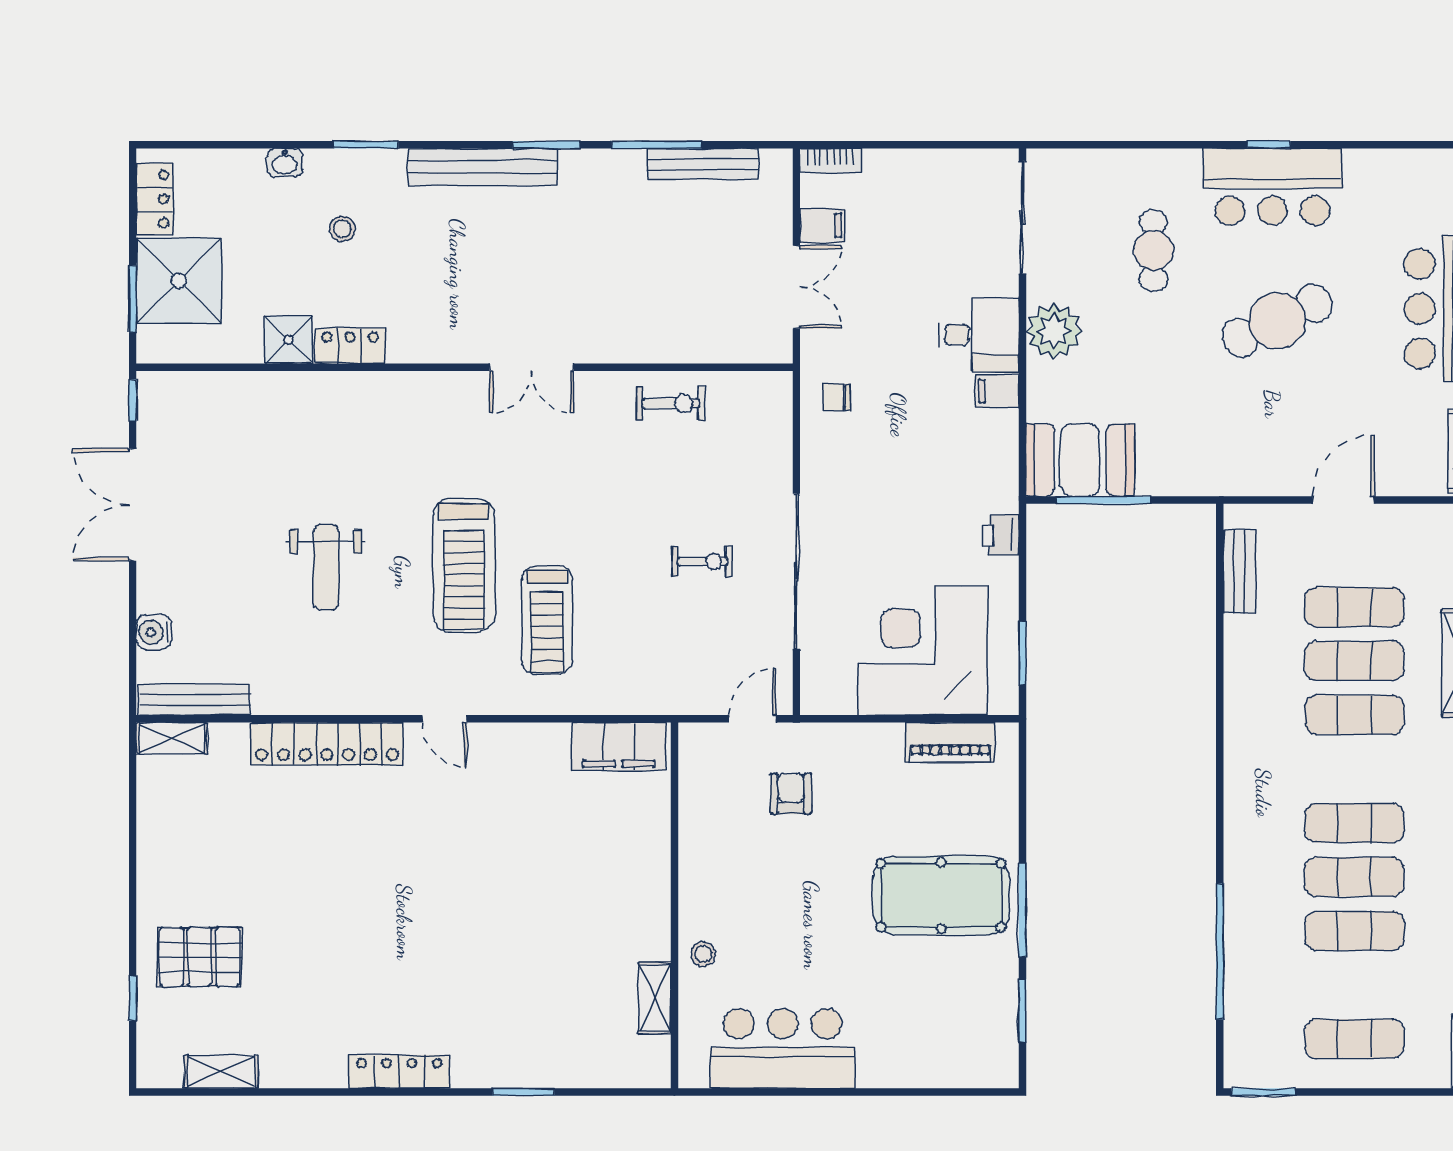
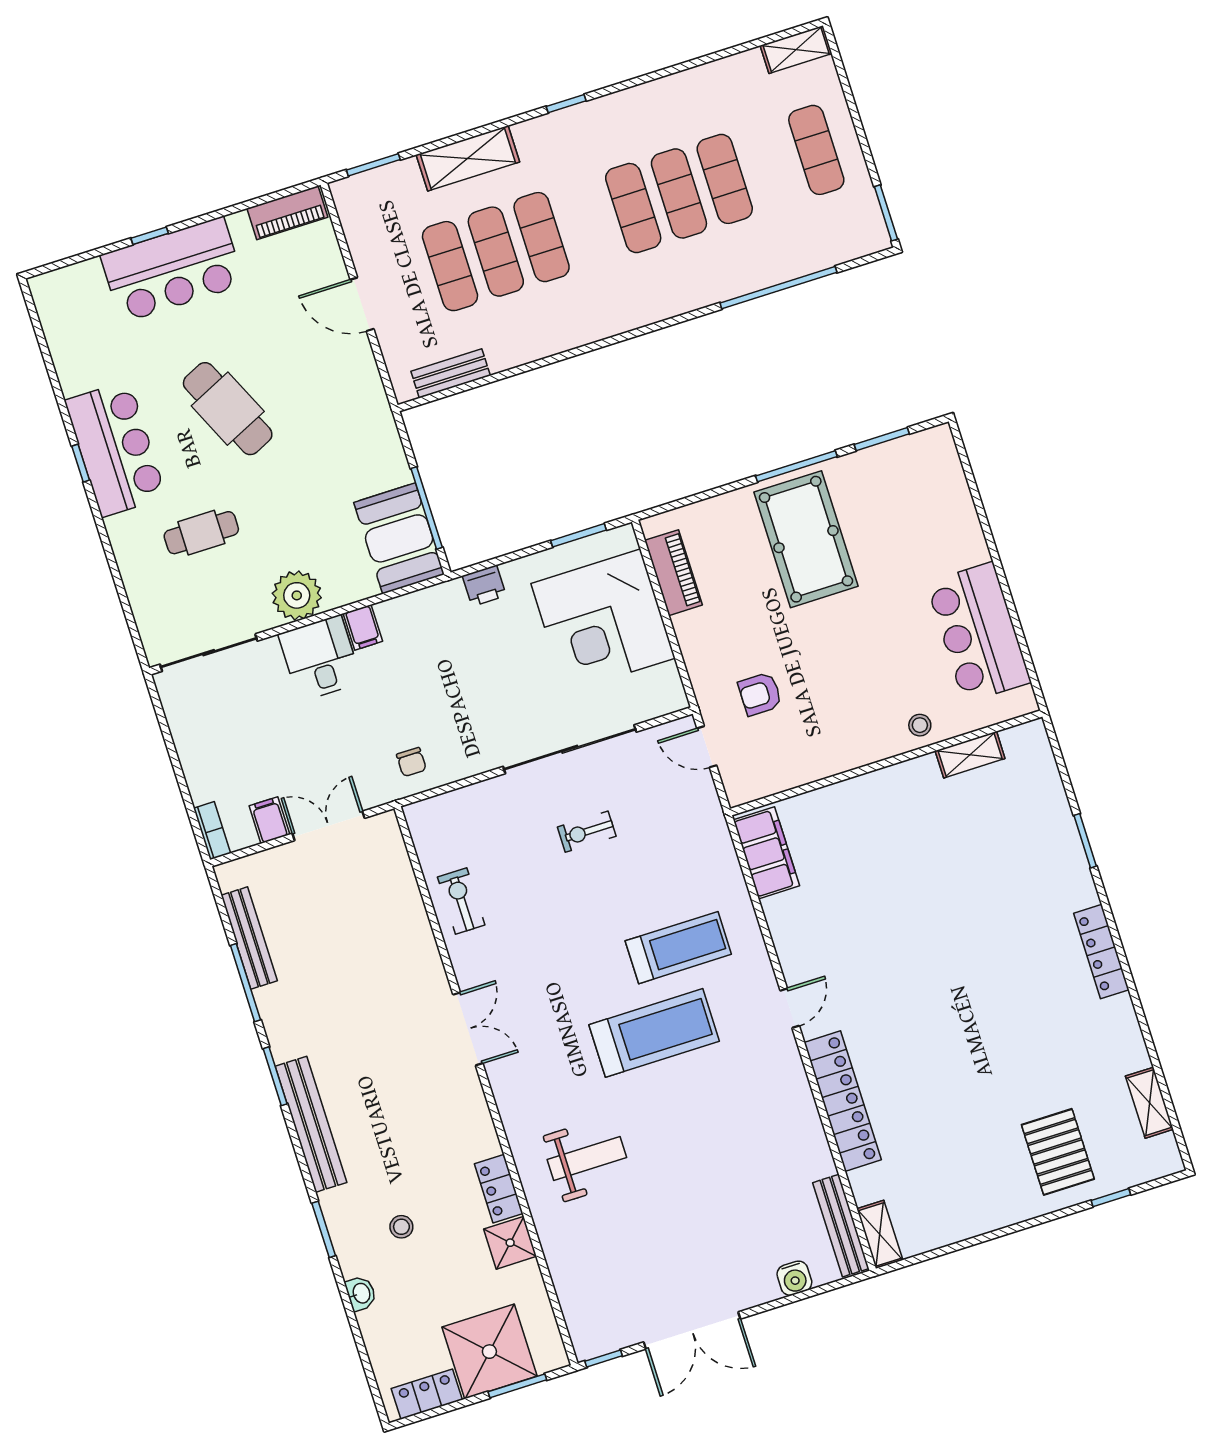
exercise bike: (702, 561) -> (587, 832), turned -90
weight bench: (326, 567) -> (587, 1159), moved

